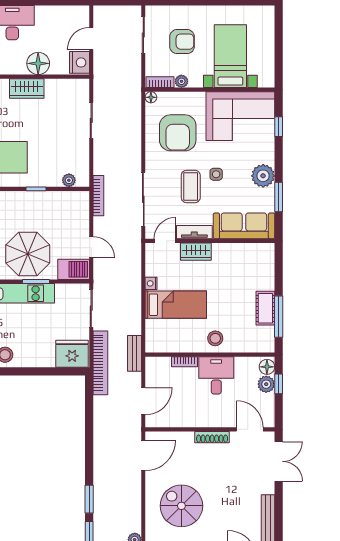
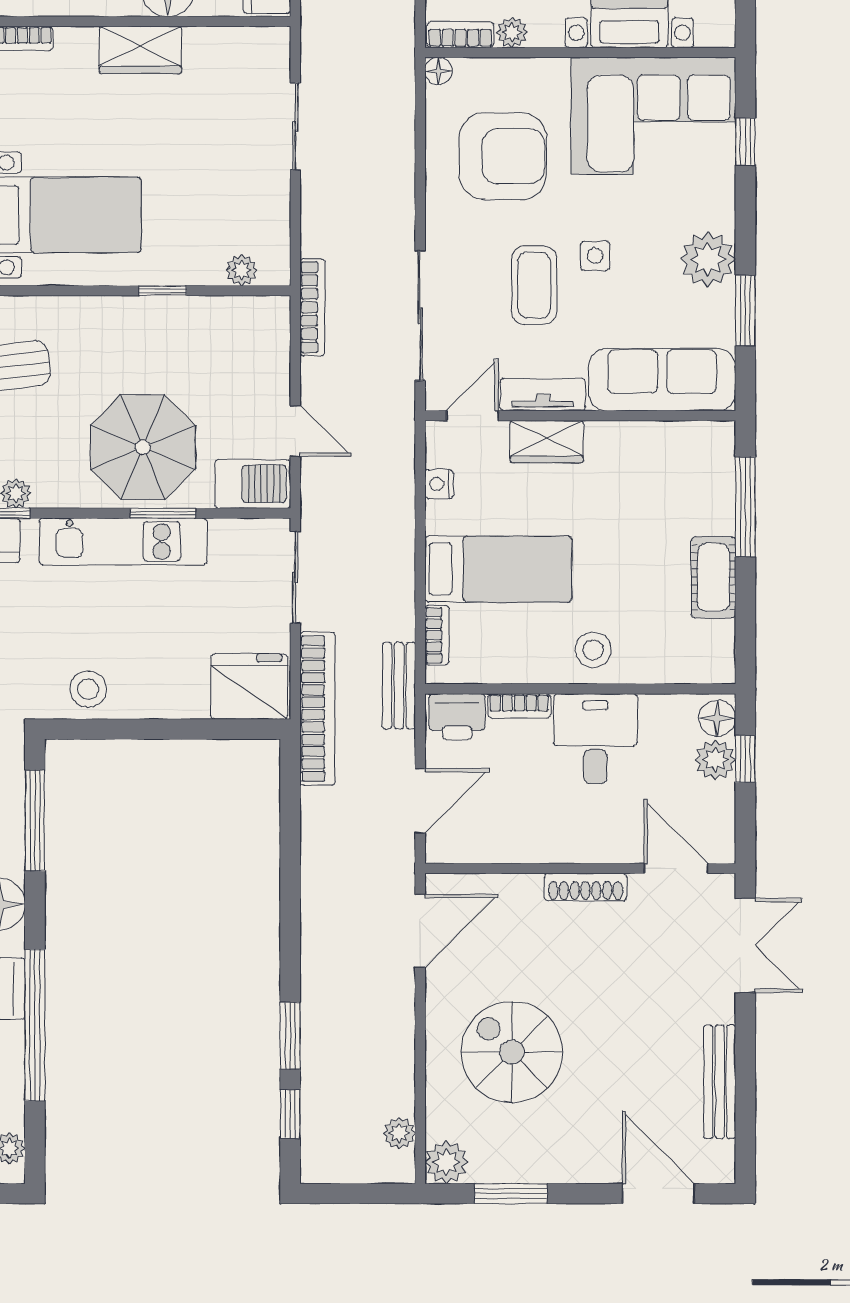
armchair: (178, 133) -> (503, 156), turned -90
nightstand: (151, 283) -> (439, 484), moved
window: (279, 317) -> (745, 507), moved
bookcase: (150, 332) -> (437, 635), added
printer: (159, 366) -> (457, 717), added

